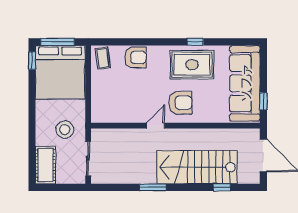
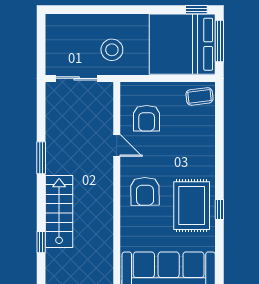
armchair: (135, 57) -> (147, 118), moved
door: (156, 126) -> (117, 145), moved
cot: (45, 165) -> (69, 26), removed
stairs: (197, 167) -> (59, 211), width x0.73, depth x0.66

